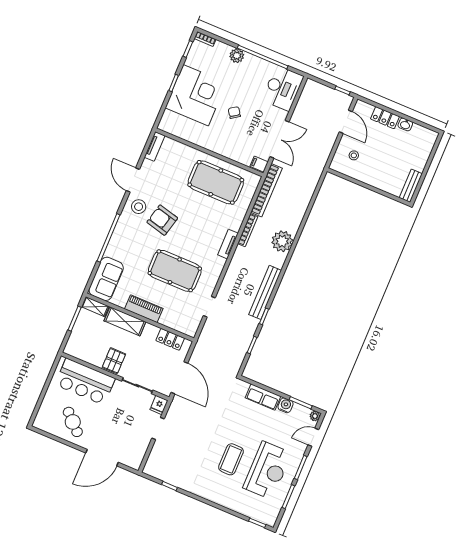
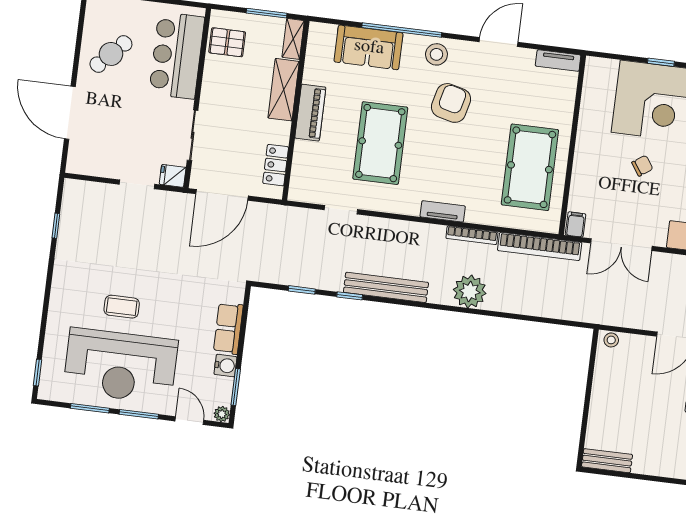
stool: (354, 155) -> (611, 340), moved
stool: (139, 207) -> (436, 54), moved
sofa: (106, 279) -> (369, 47), moved
pallet: (114, 361) -> (227, 42), moved
coffee table: (231, 459) -> (122, 307), width x0.73, depth x0.77
reception desk: (267, 470) -> (120, 366), width x1.36, depth x1.30

